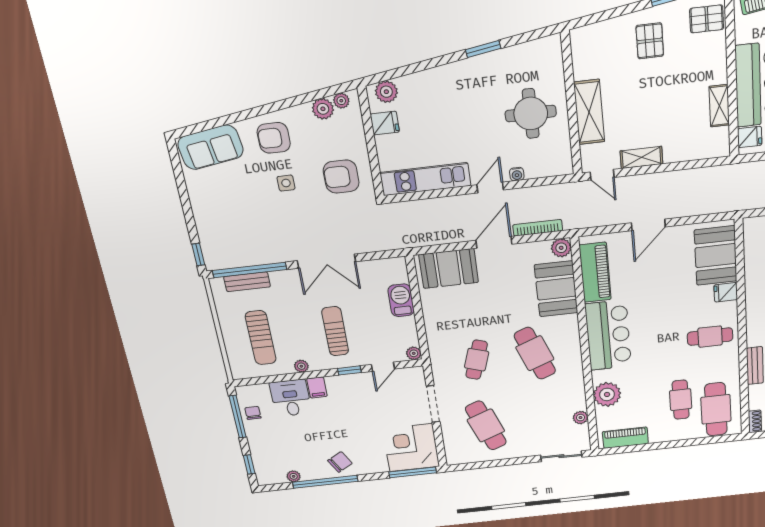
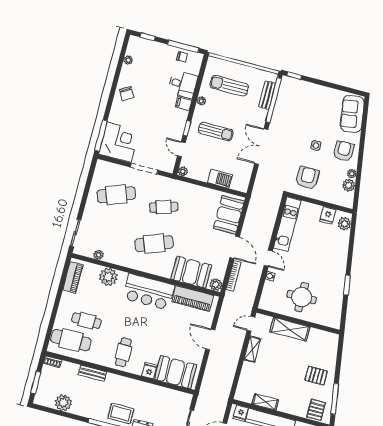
plant: (341, 101) -> (352, 174), moved
cafe table: (477, 360) -> (164, 207), turned -36
window: (325, 482) -> (116, 78), removed

